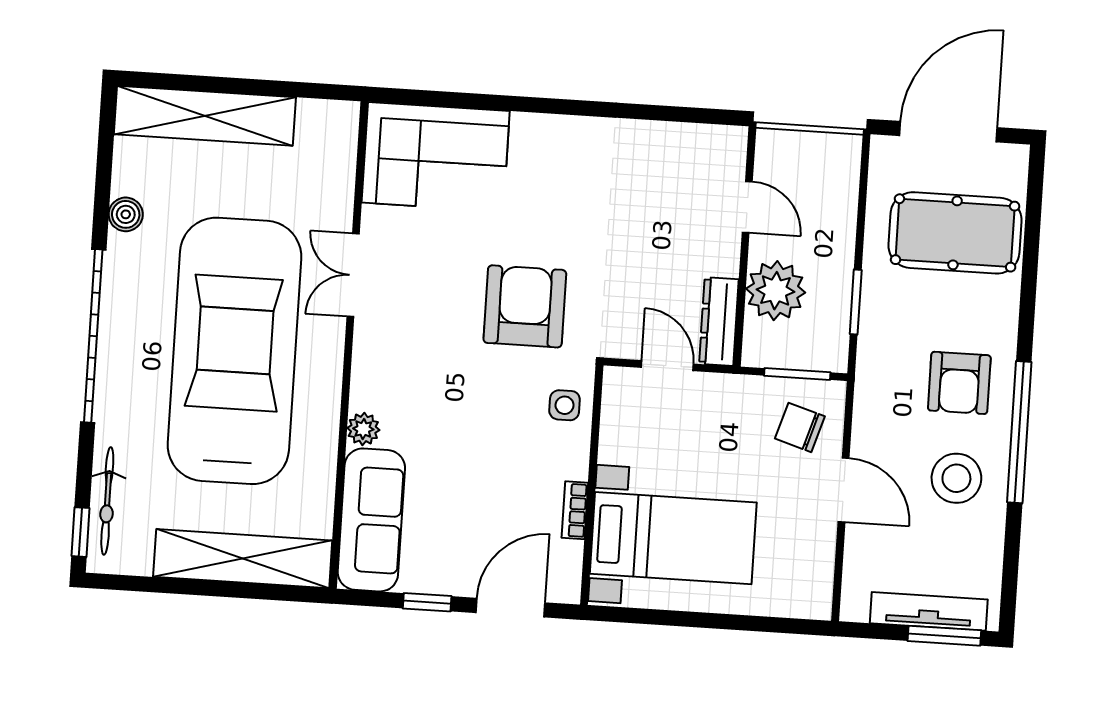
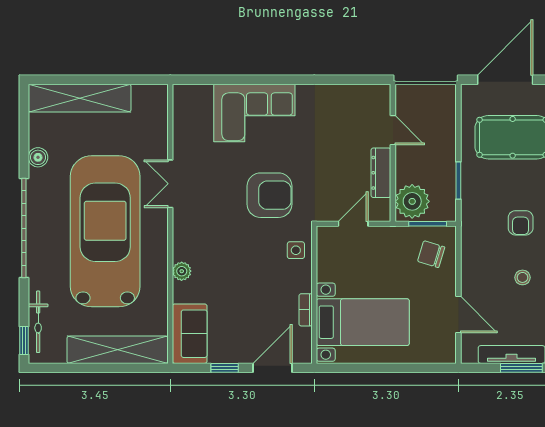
corner sofa: (436, 157) -> (254, 113), moved
plant: (776, 291) -> (412, 201), moved
armchair: (525, 306) -> (269, 195), turned 90
dresser: (719, 322) -> (381, 173), moved
door: (667, 366) -> (353, 224), hinge flipped
armchair: (959, 383) -> (521, 223), width x0.72, depth x0.72
stool: (956, 478) -> (522, 277), width x0.53, depth x0.53
door: (844, 490) -> (458, 314), moved
sofa: (371, 520) -> (190, 334), width x0.73

